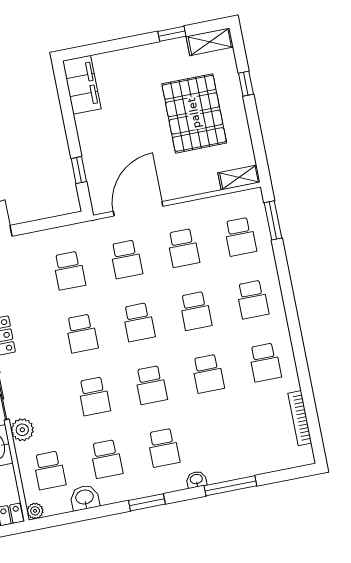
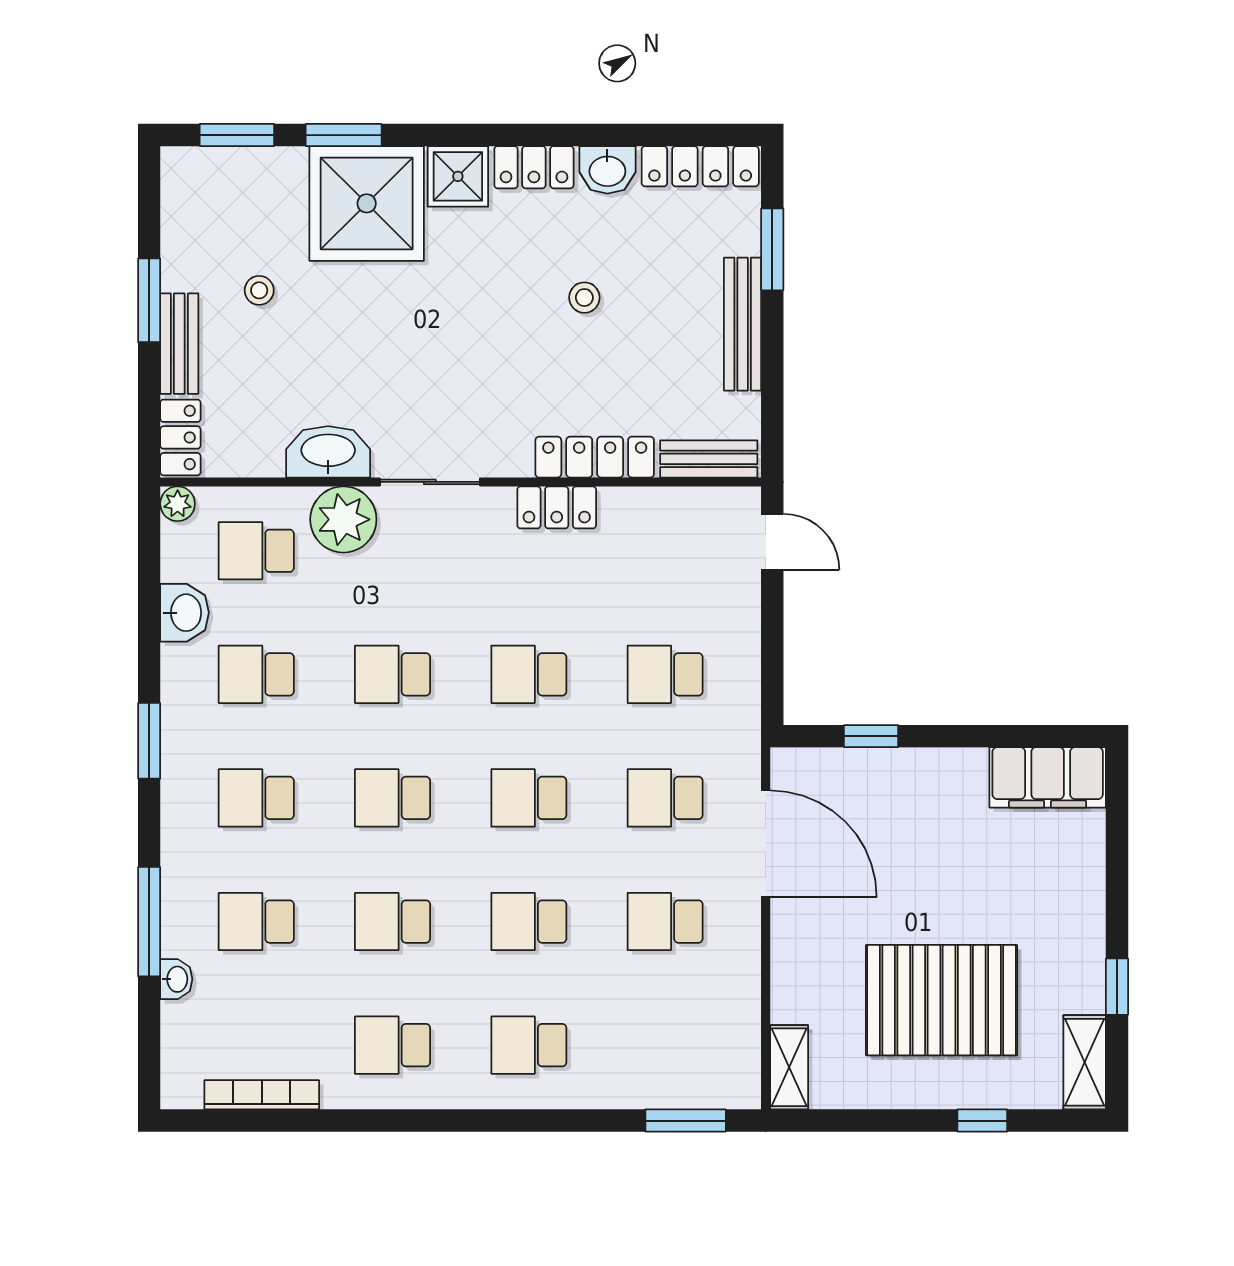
school desk: (240, 237) -> (256, 922), moved
plant: (22, 430) -> (343, 519), width x1.36, depth x1.36
washbasin: (196, 480) -> (176, 979), moved

